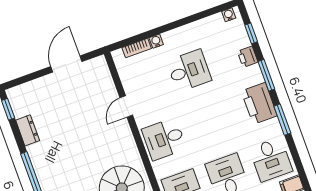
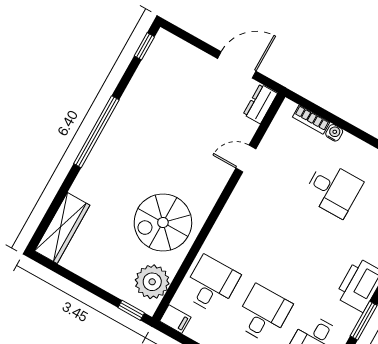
dresser: (28, 130) -> (260, 104), moved, turned 180
desk: (164, 139) -> (246, 222), removed

